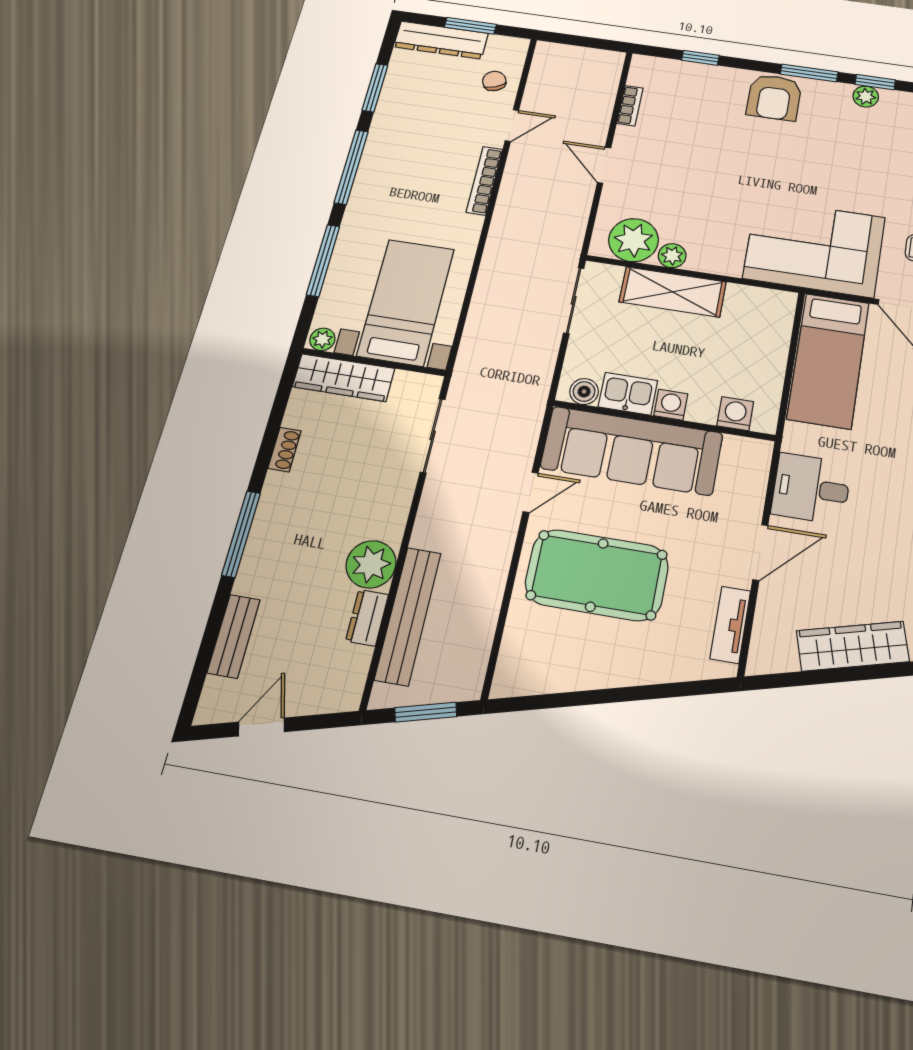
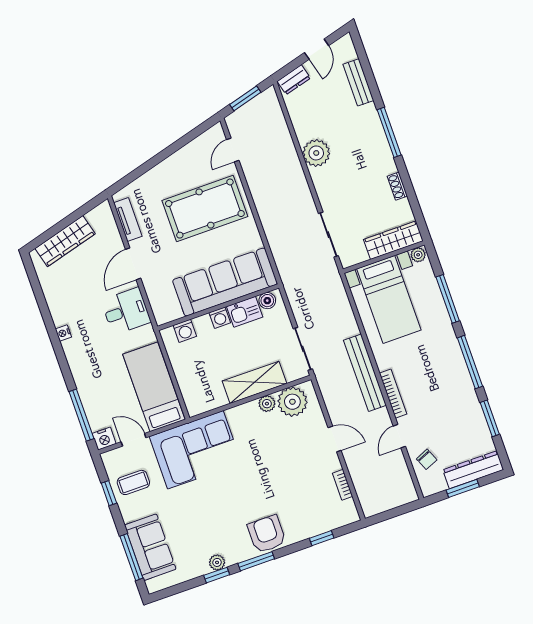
door: (531, 492) -> (233, 150), moved
bench: (408, 616) -> (365, 373), moved
dresser: (367, 618) -> (294, 80), moved, turned 75

